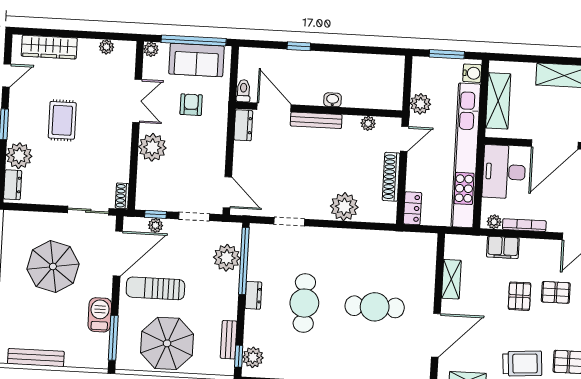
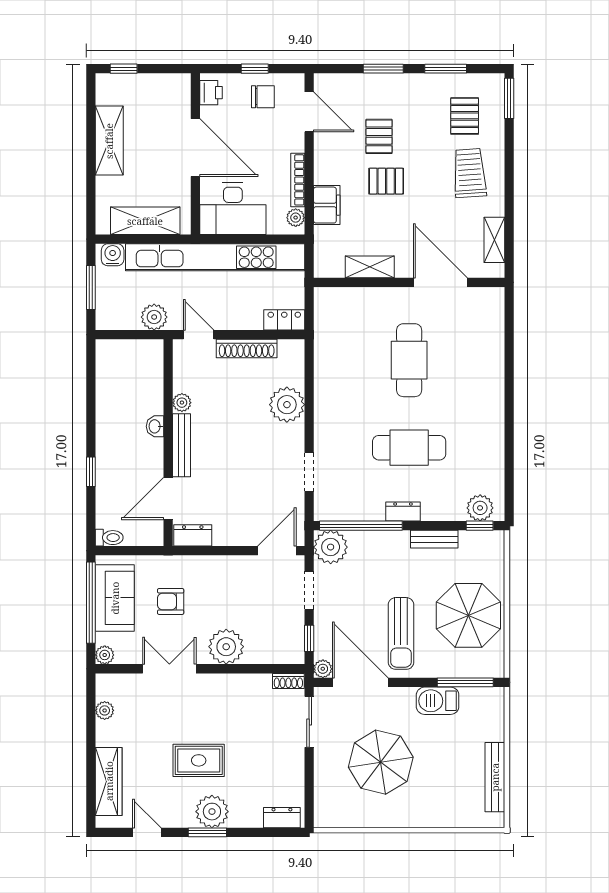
toilet: (243, 91) -> (109, 538), moved, turned 180
plant: (368, 123) -> (182, 403), moved
plant: (19, 156) -> (212, 812), moved
plant: (155, 225) -> (323, 669), moved
plant: (227, 258) -> (331, 547), moved
bench: (229, 340) -> (434, 539), moved

